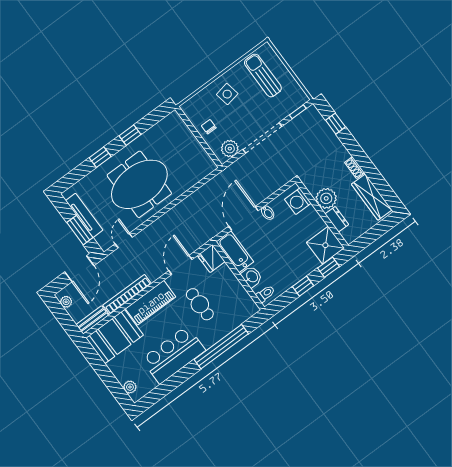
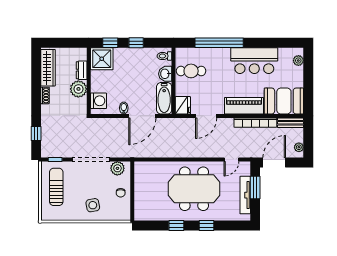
sun lounger: (263, 75) -> (56, 187), moved, turned 180
cafe table: (200, 304) -> (191, 71), moved, turned 90

